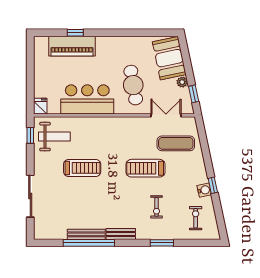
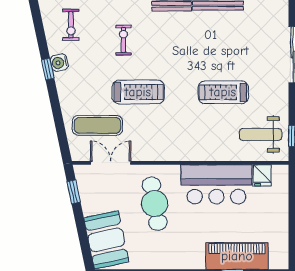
plant: (182, 82) -> (89, 208), removed
fridge: (40, 106) -> (262, 175), moved
double door: (166, 115) -> (111, 163), swing flipped

